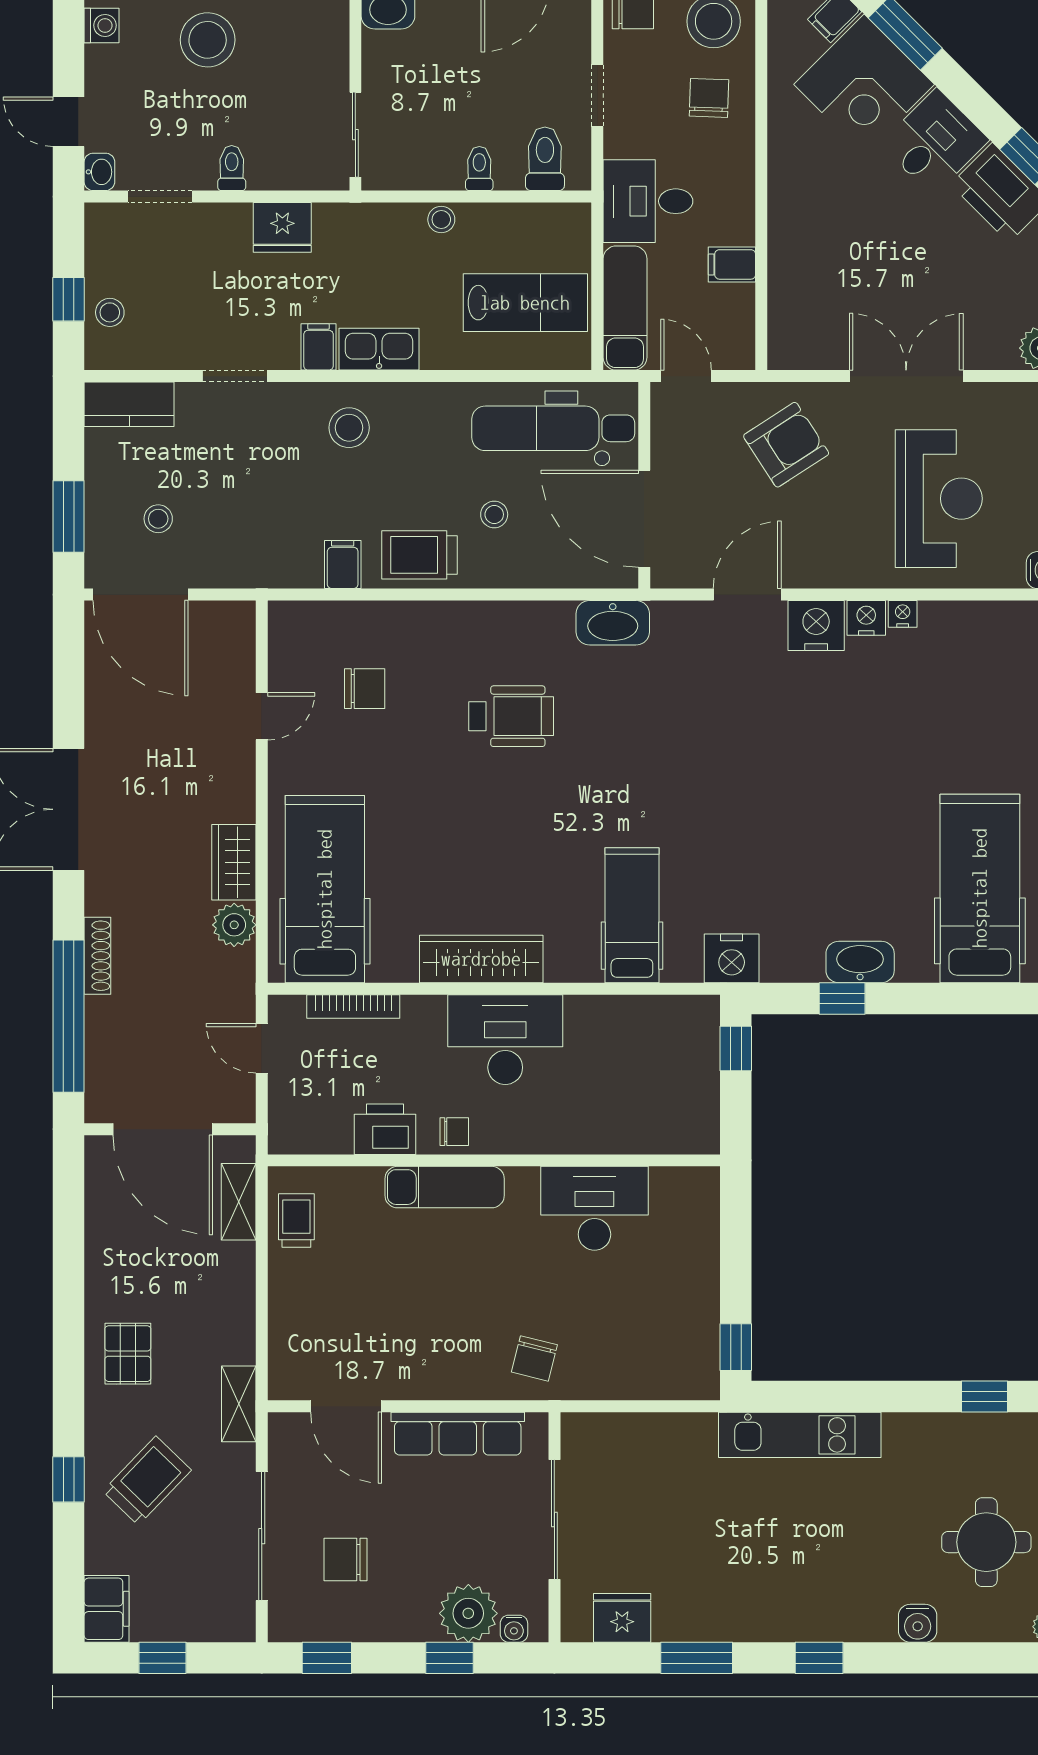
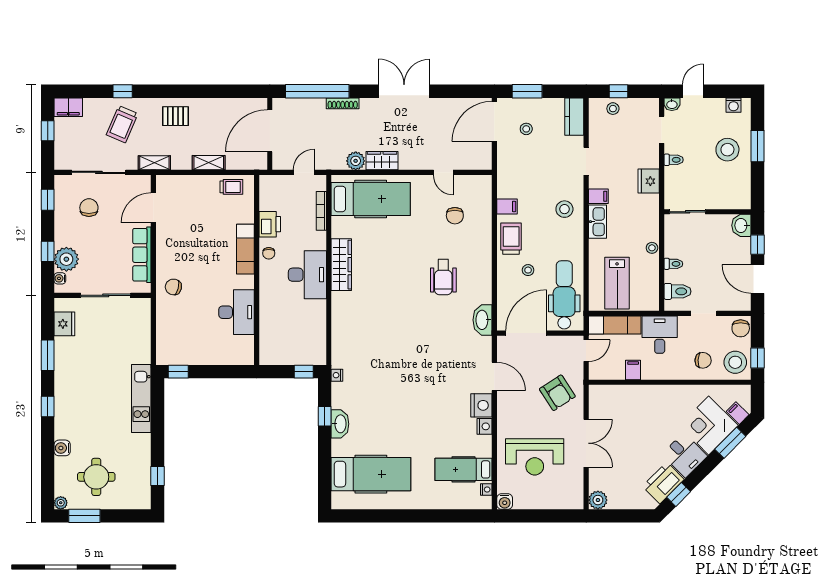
nightstand: (903, 614) -> (486, 490), moved
hospital bed: (632, 915) -> (464, 469), moved, turned 180
nightstand: (732, 958) -> (337, 375), width x0.53, depth x0.56
shelving: (239, 1202) -> (209, 163), moved
trolley: (147, 1481) -> (122, 124), turned 69

